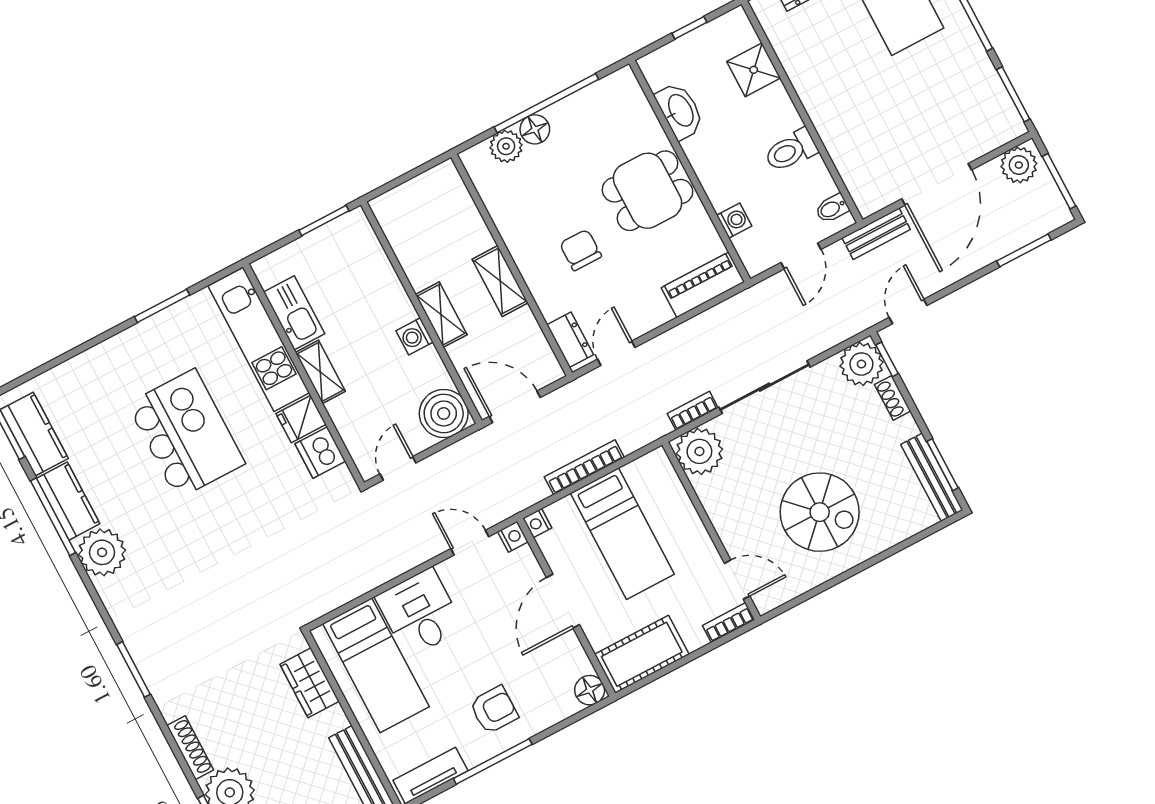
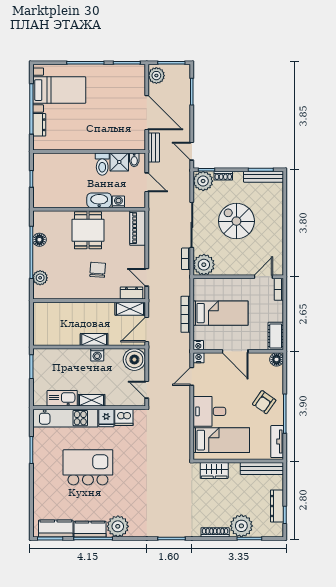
shower: (754, 70) -> (119, 162), moved
washbasin: (680, 111) -> (99, 200), moved
floor lamp: (535, 129) -> (39, 240), moved
chair: (581, 250) -> (98, 270), turned 94
shelving: (500, 281) -> (130, 309), moved
spiral stairs: (820, 512) -> (236, 221), moved, turned -90
cot: (642, 654) -> (276, 336), width x0.73, depth x0.75
armchair: (494, 710) -> (264, 402), turned -145

